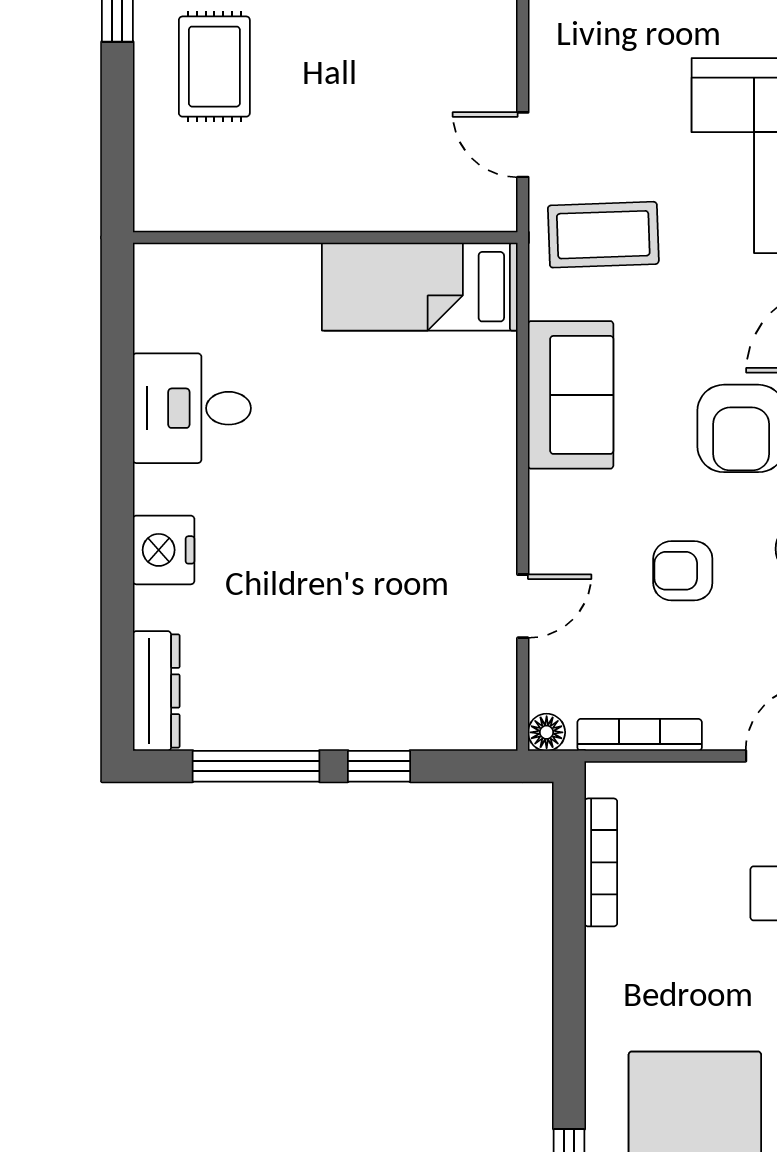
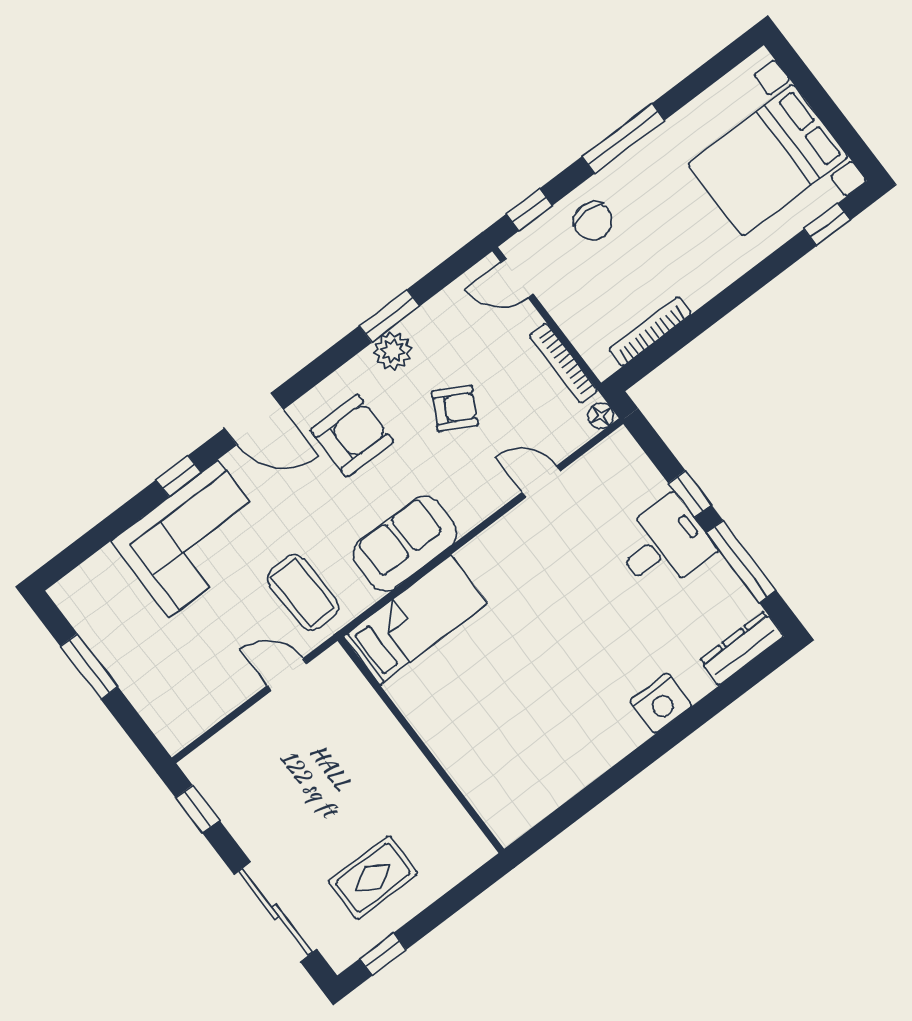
door: (523, 145) -> (287, 675), swing flipped
bed: (420, 287) -> (415, 620), moved, turned -90
desk: (192, 408) -> (664, 545), moved, turned -90
armchair: (683, 571) -> (455, 408), turned -62

